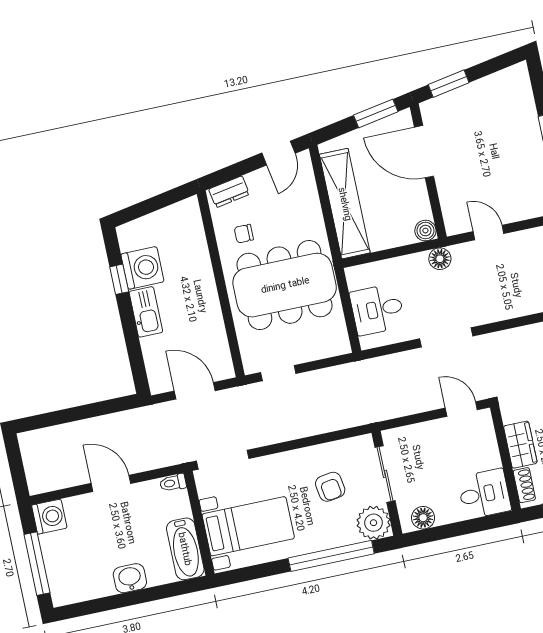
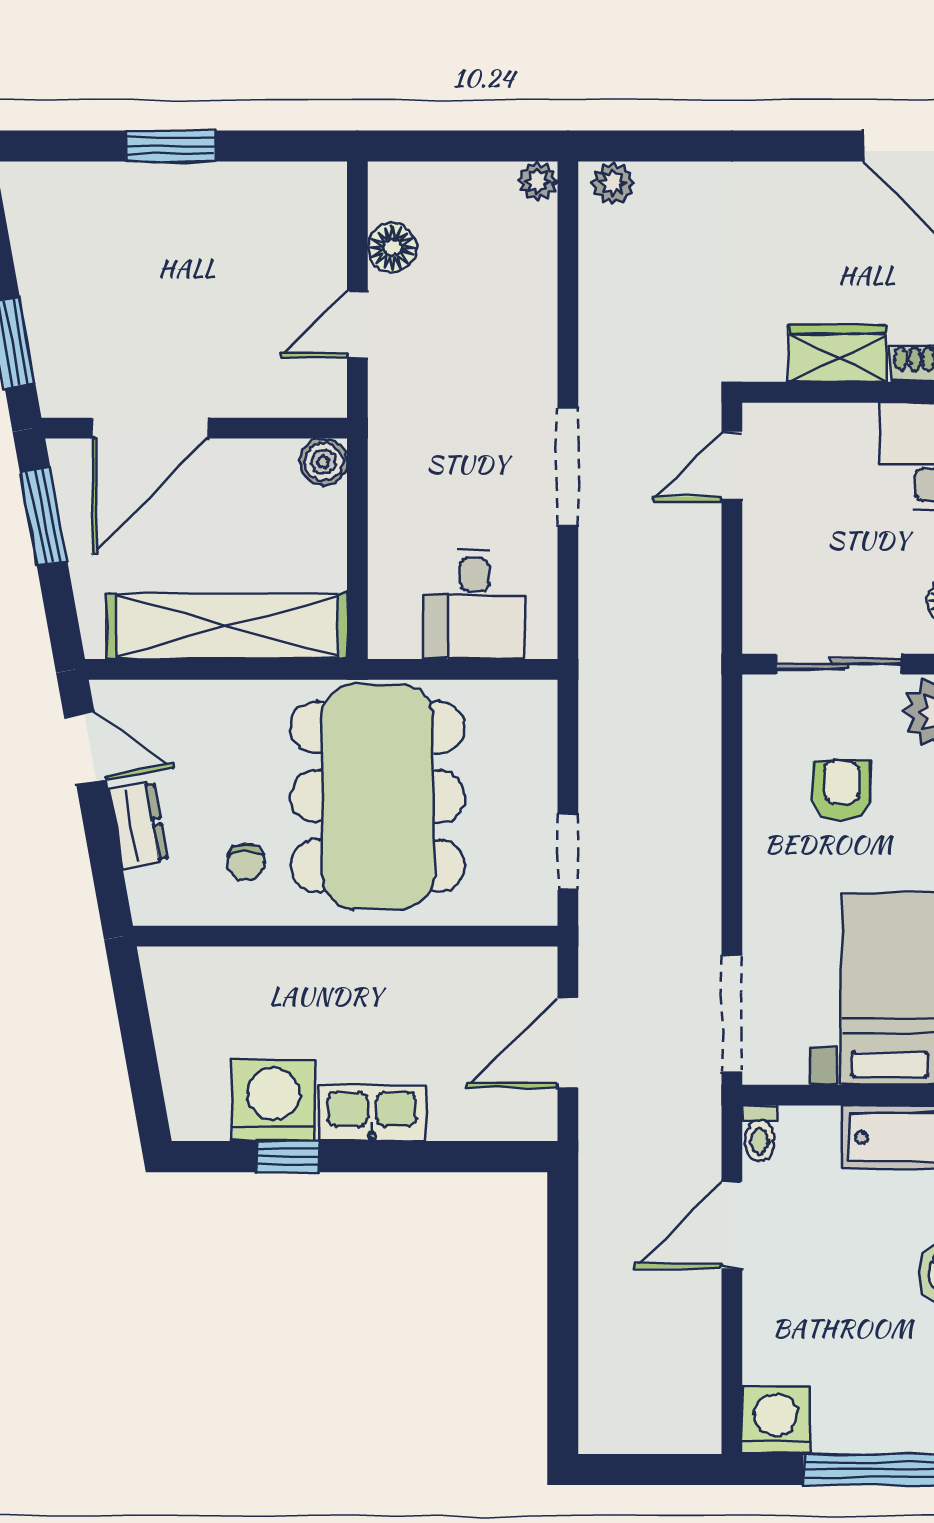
dresser: (229, 192) -> (138, 825), moved
floor lamp: (440, 259) -> (392, 248), moved
door: (111, 483) -> (732, 1225), moved
armchair: (330, 487) -> (841, 790), turned -81

